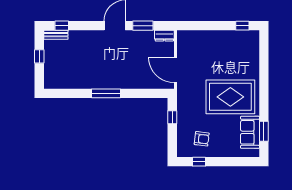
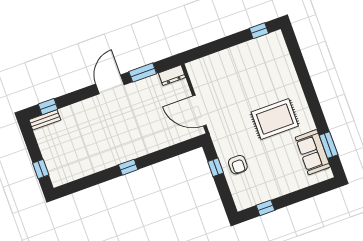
window: (39, 56) -> (41, 169), moved
window: (106, 93) -> (128, 167), width x0.46
rug: (230, 97) -> (275, 119), width x0.73, depth x0.69
armchair: (202, 139) -> (238, 165), moved, turned 83

